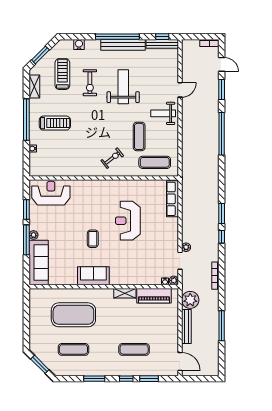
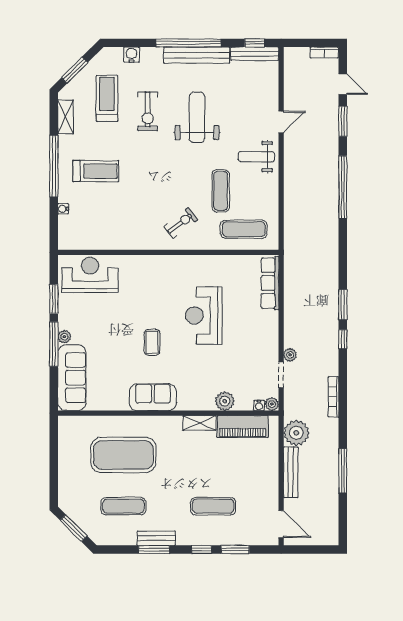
plant: (142, 279) -> (225, 401), added
bench: (96, 371) -> (156, 538), added

